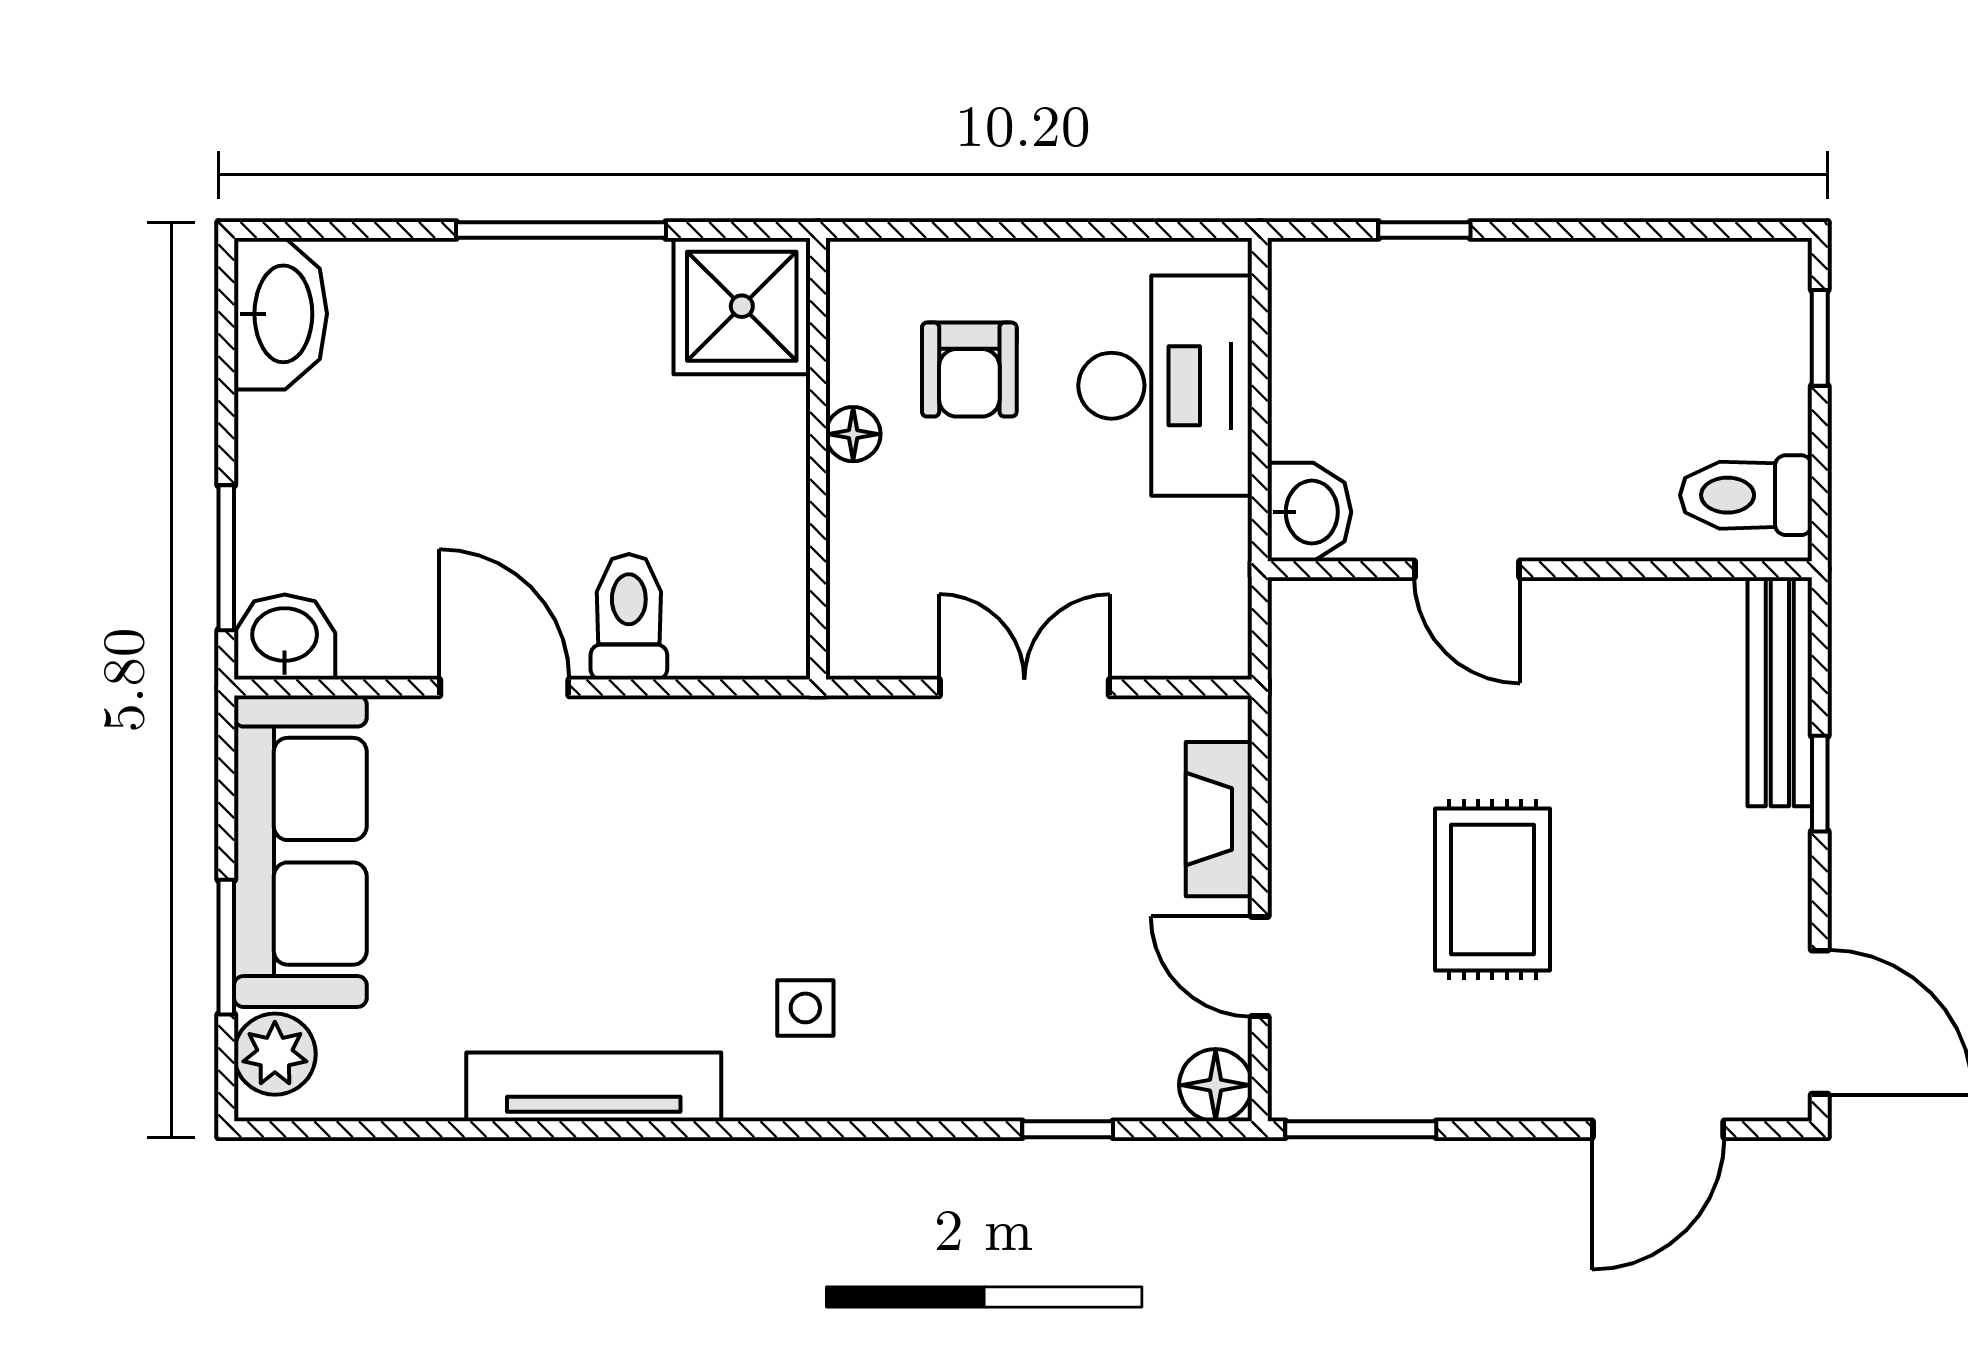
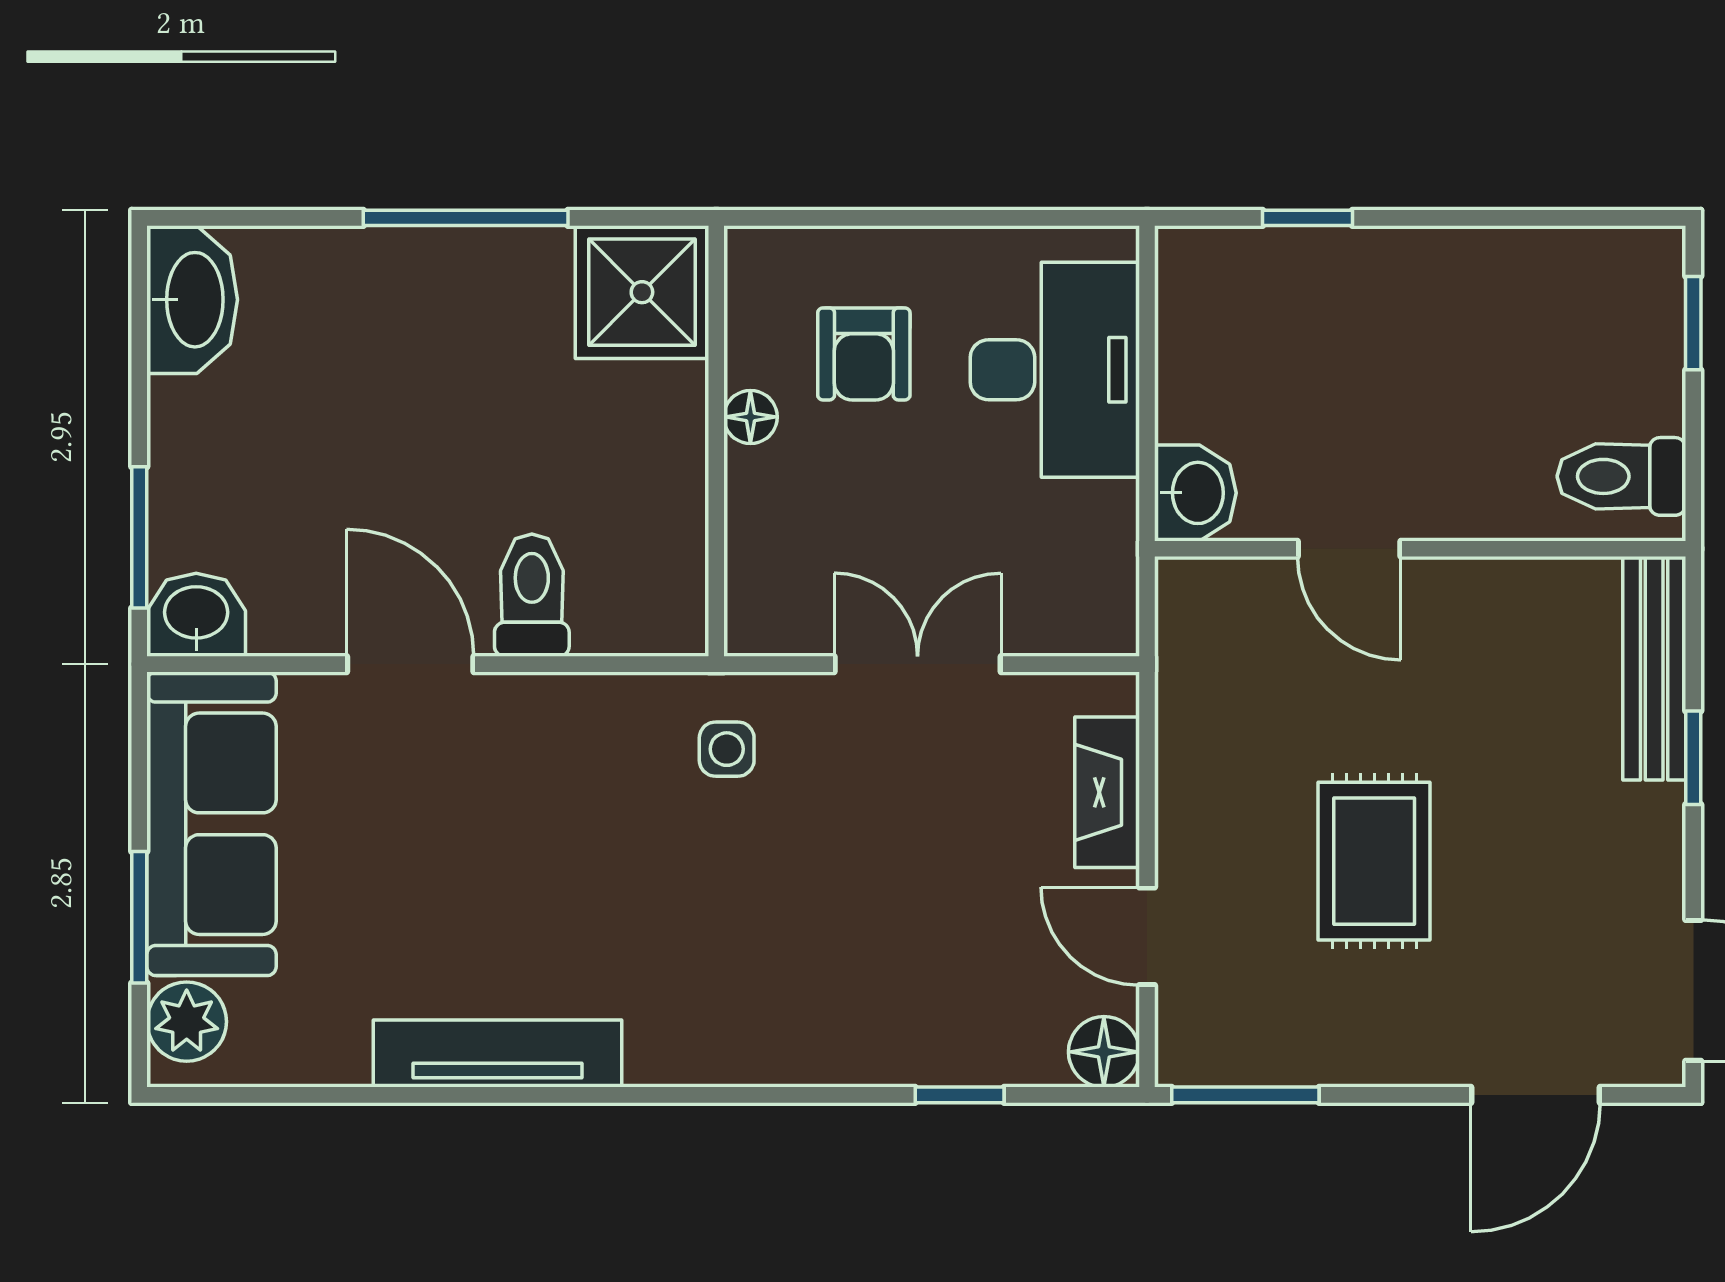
side table: (805, 1008) -> (727, 749), moved

